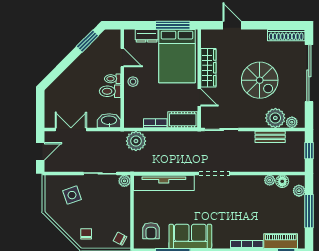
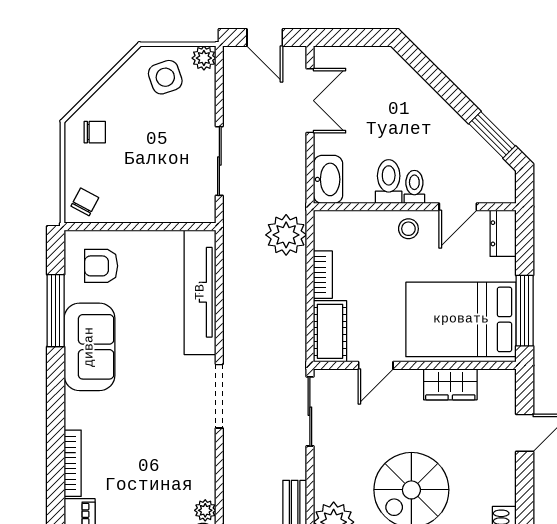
dresser: (147, 36) -> (503, 233), moved
wardrobe: (208, 68) -> (450, 384), width x0.67
plant: (124, 181) -> (204, 58), moved
side table: (72, 195) -> (165, 77), moved

